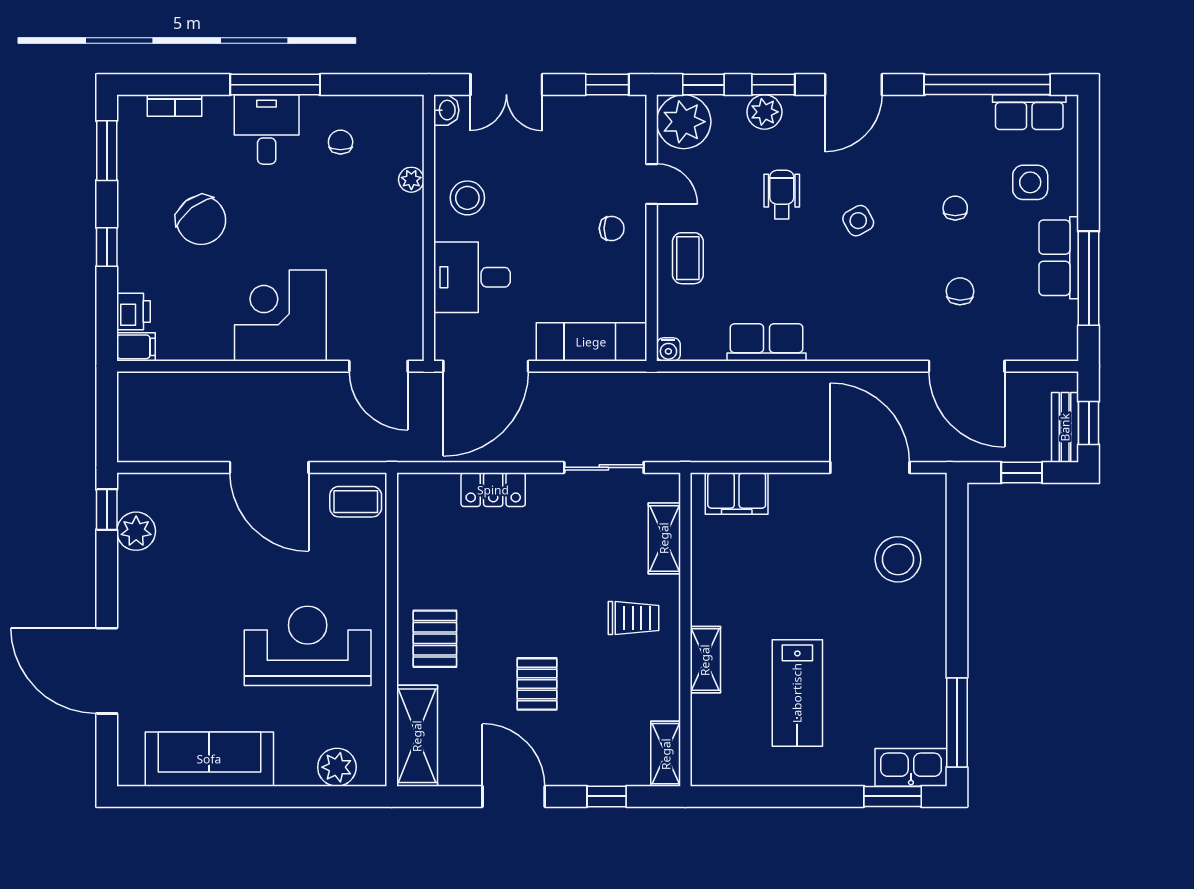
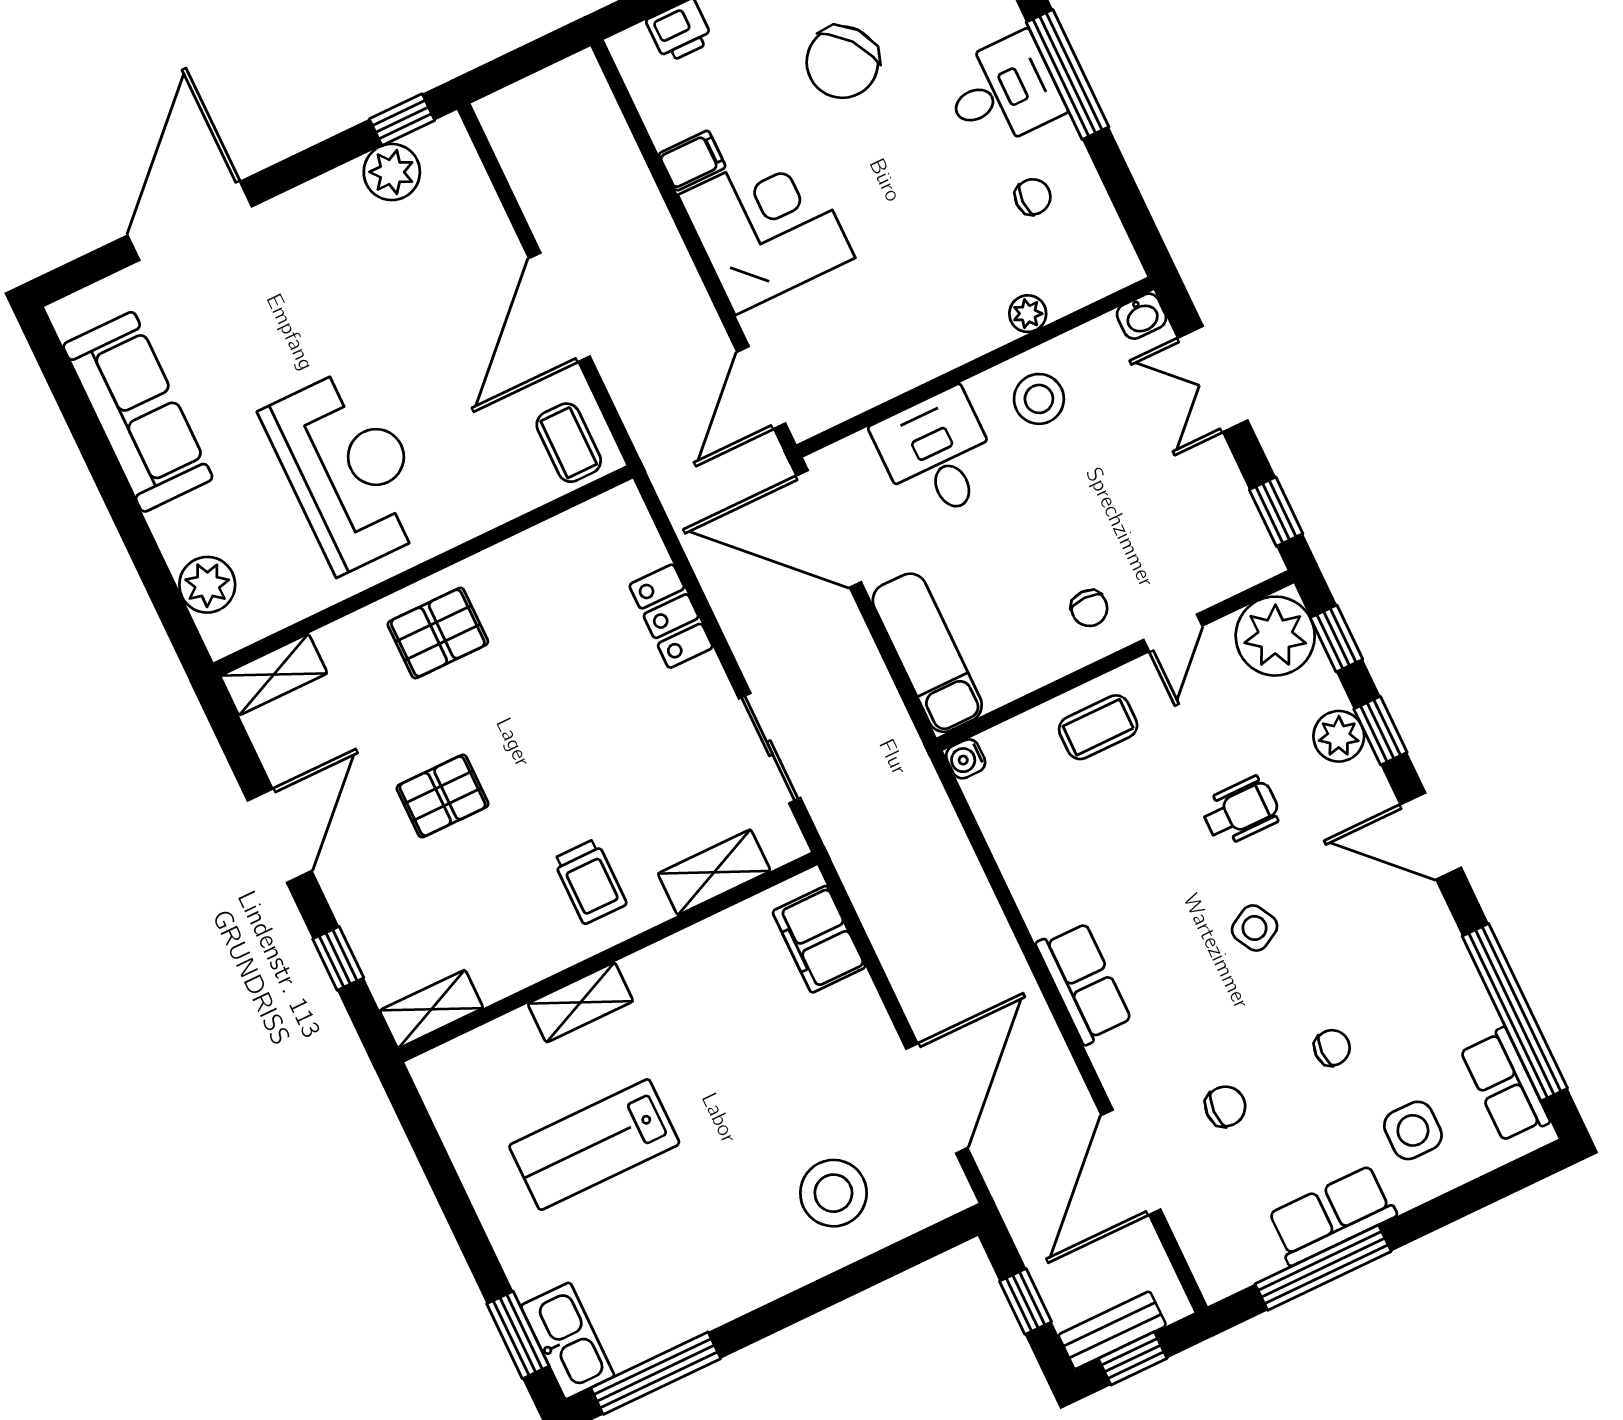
row of seats: (767, 342) -> (1084, 983), moved
filing cabinet: (136, 347) -> (692, 161), moved, turned -90
shelving: (417, 736) -> (274, 675), width x0.67, depth x0.75

